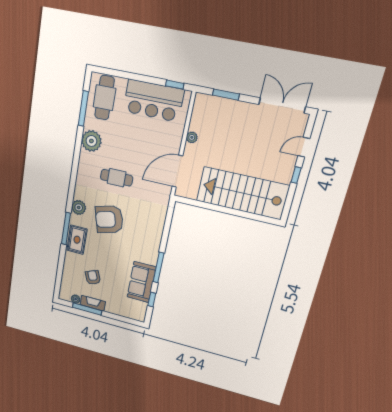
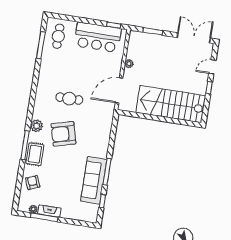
cafe table: (104, 98) -> (58, 36), width x0.73, depth x0.74
plant: (91, 141) -> (48, 70), removed
armchair: (93, 277) -> (33, 183), moved
sofa: (141, 282) -> (94, 180), width x1.36

